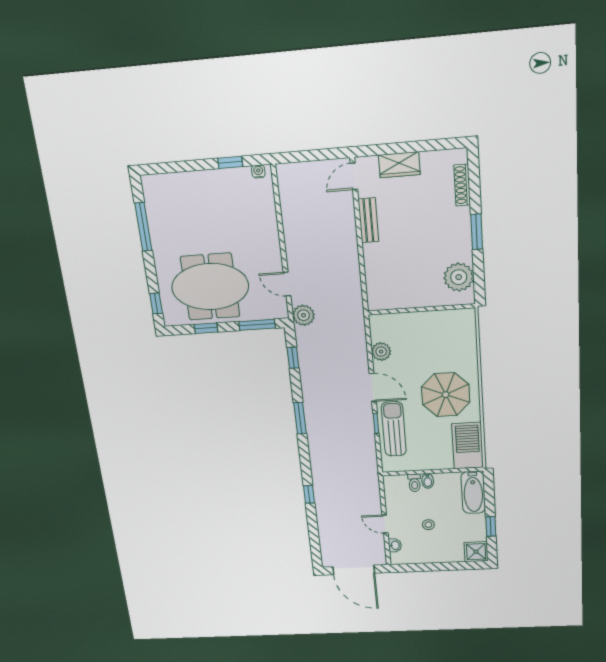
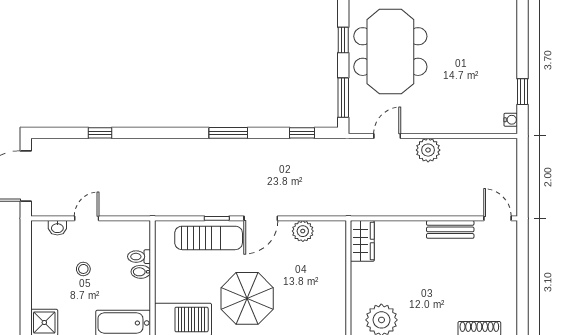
wardrobe: (399, 165) -> (362, 241), moved, turned 180
plant: (304, 315) -> (428, 150), moved
window: (309, 494) -> (100, 133), moved

